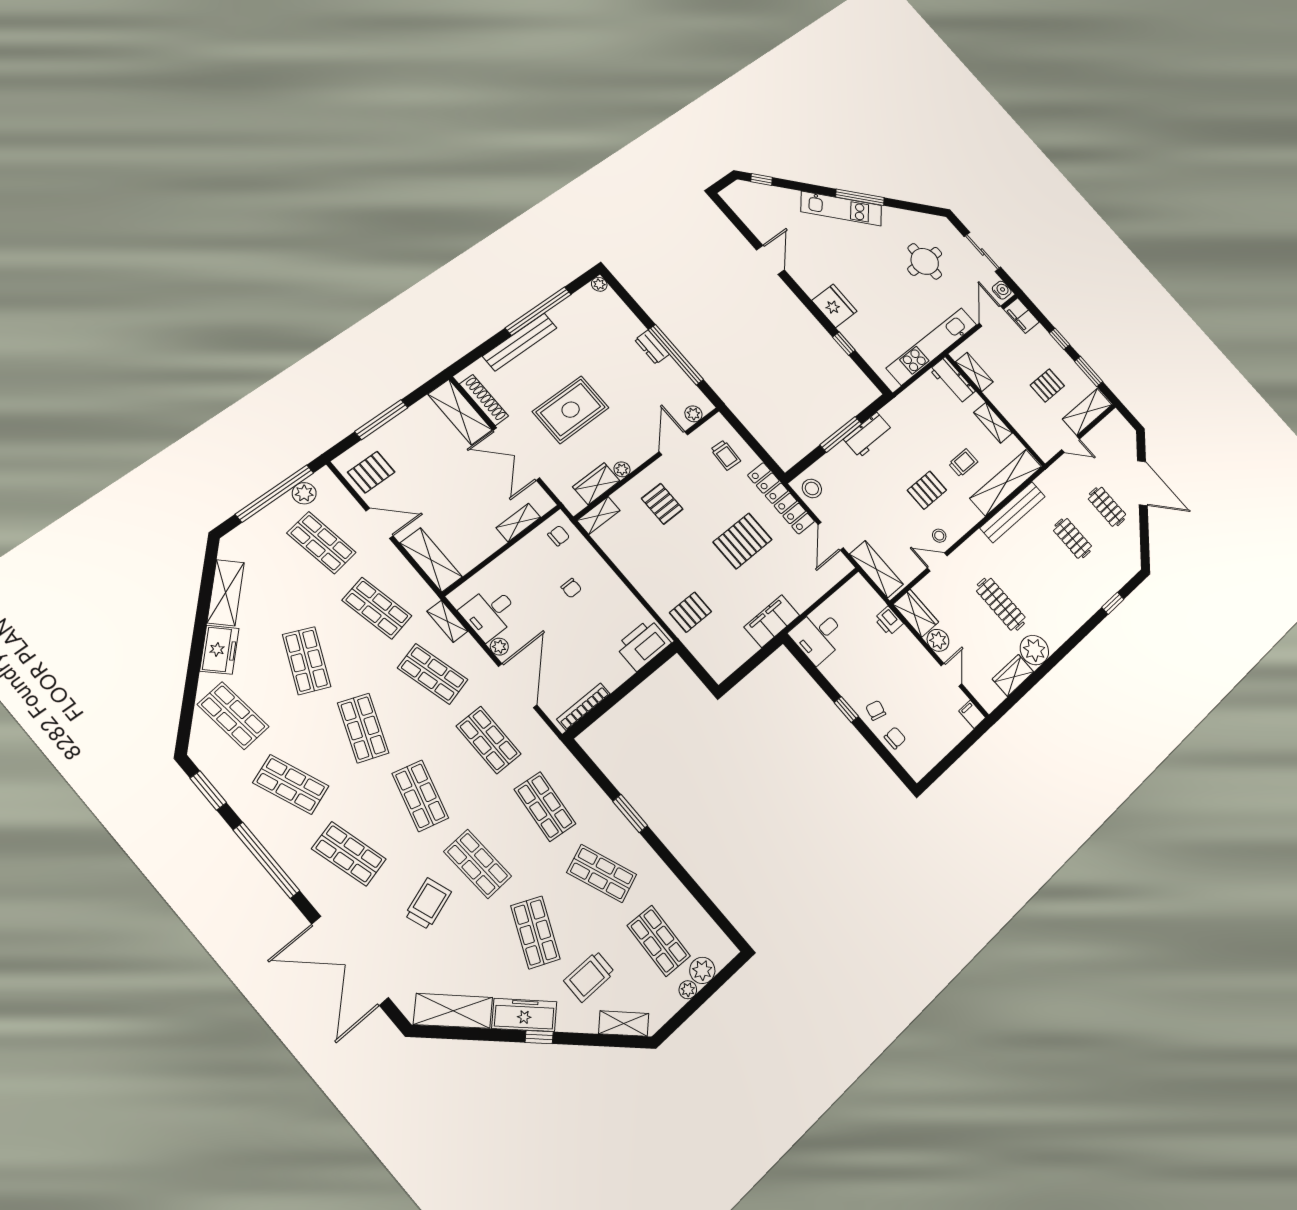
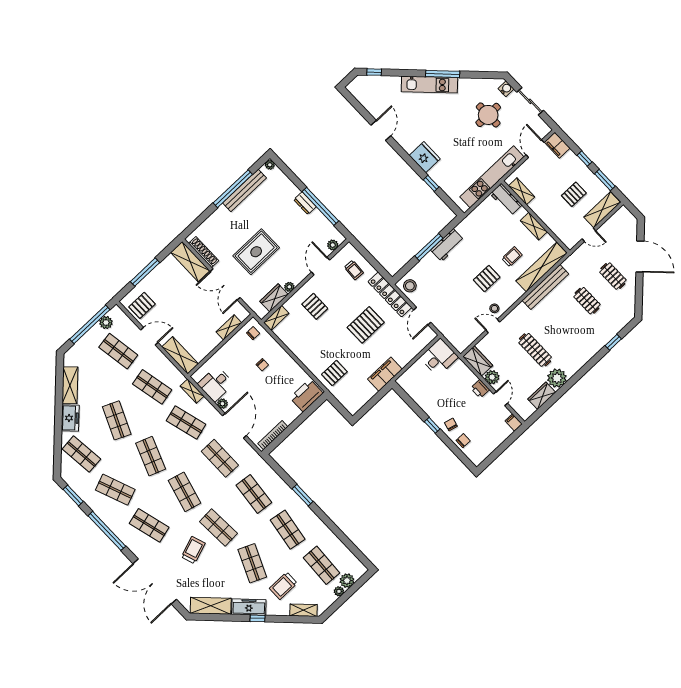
water cooler: (1002, 290) -> (506, 89), moved
bench: (520, 342) -> (245, 190), moved
shelving: (876, 569) -> (452, 335), removed
printer: (889, 621) -> (480, 389), moved
desk: (818, 635) -> (439, 357), moved, turned 180
shop shelf: (602, 873) -> (288, 530), turned 30

